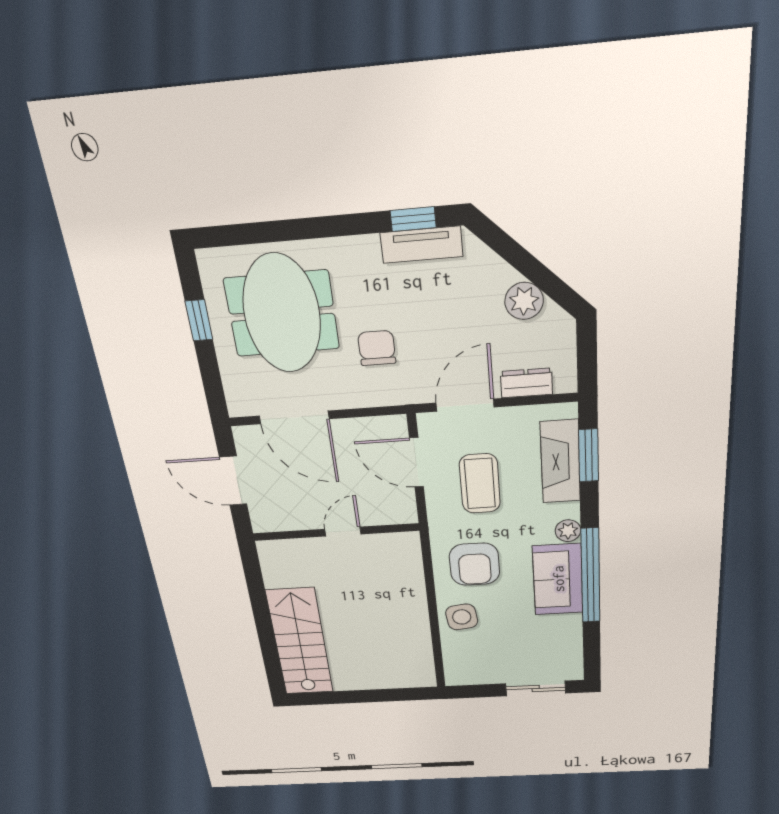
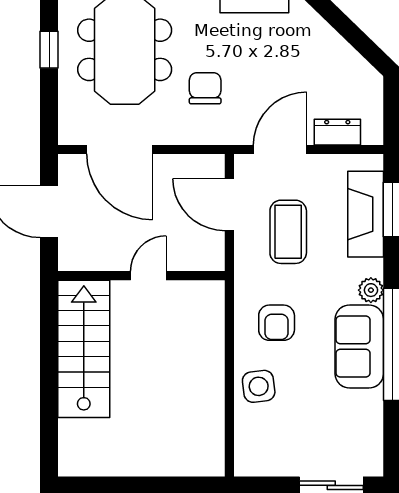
plant: (524, 301) -> (339, 56), removed
armchair: (474, 564) -> (277, 323), width x0.72, depth x0.72
stairs: (300, 642) -> (84, 349), moved

